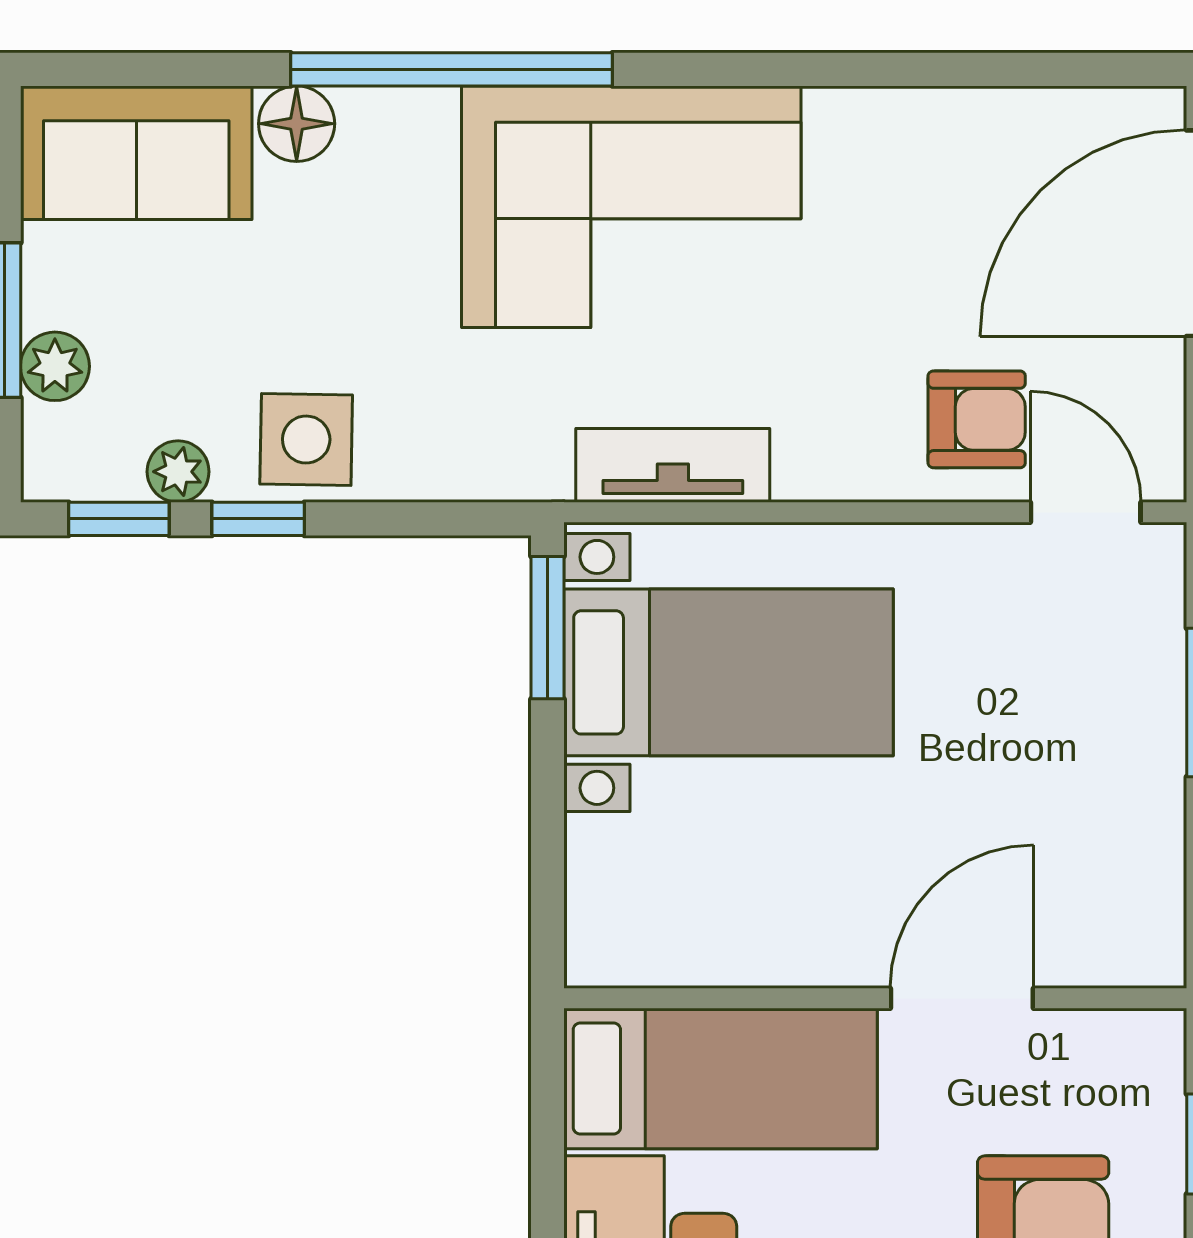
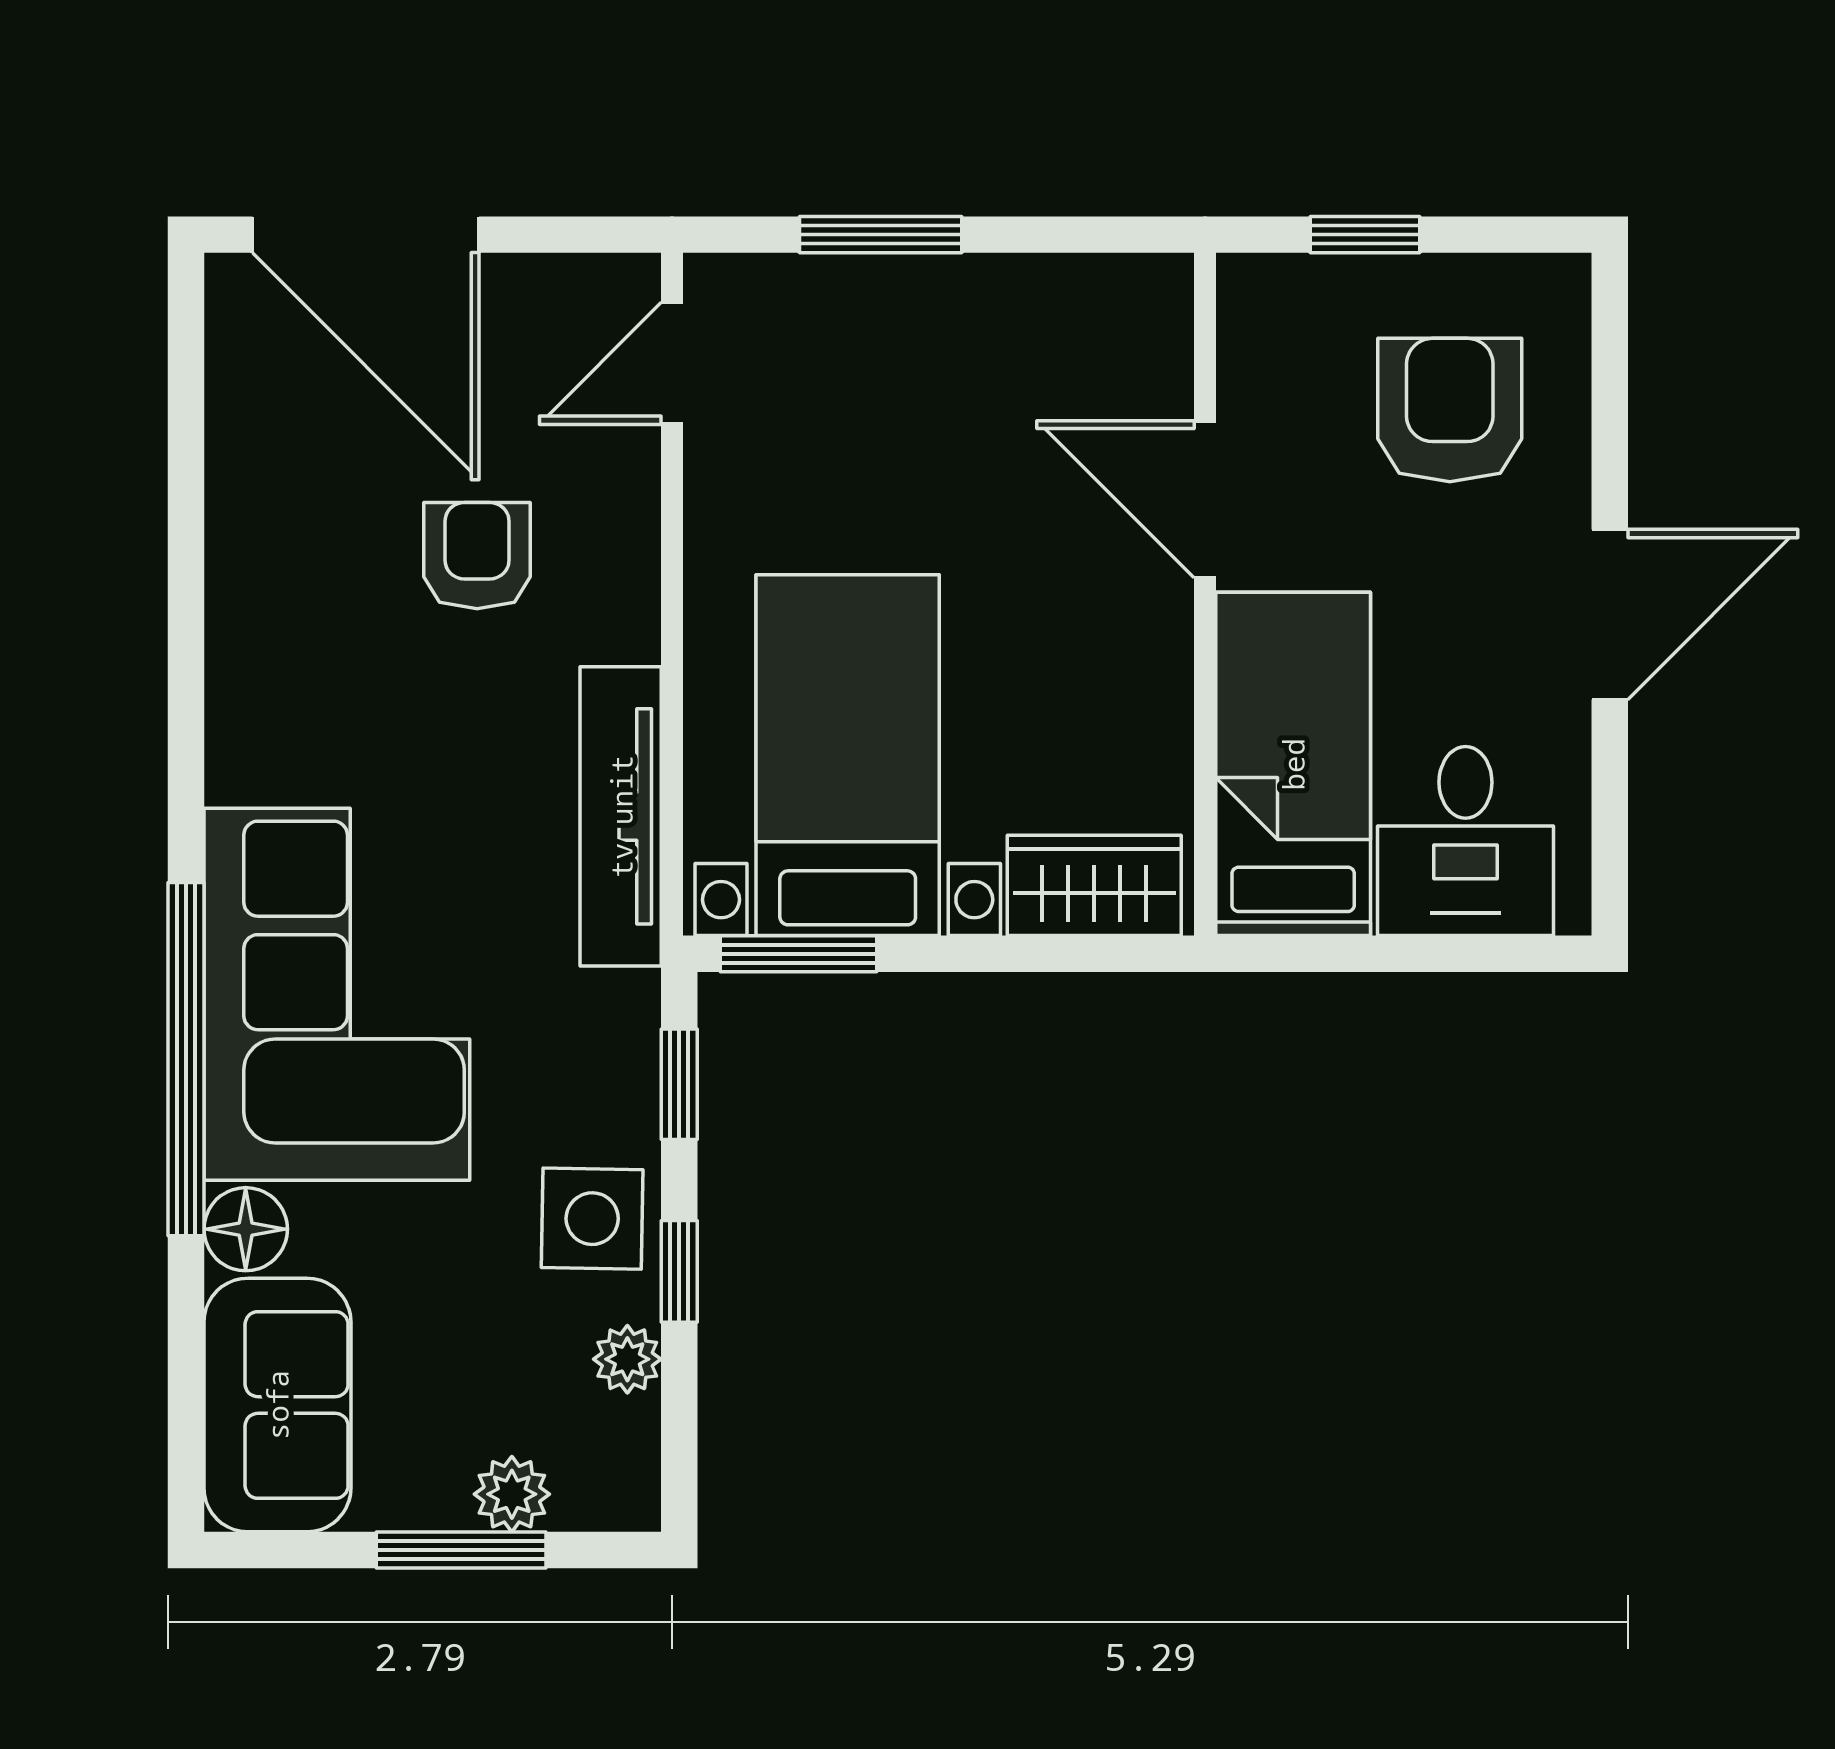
corner sofa: (631, 207) -> (337, 994), moved
armchair: (977, 419) -> (477, 556), moved
tv unit: (673, 465) -> (621, 816), width x1.41
window: (119, 519) -> (679, 1084), moved
wardrobe: (610, 897) -> (1094, 885), added

